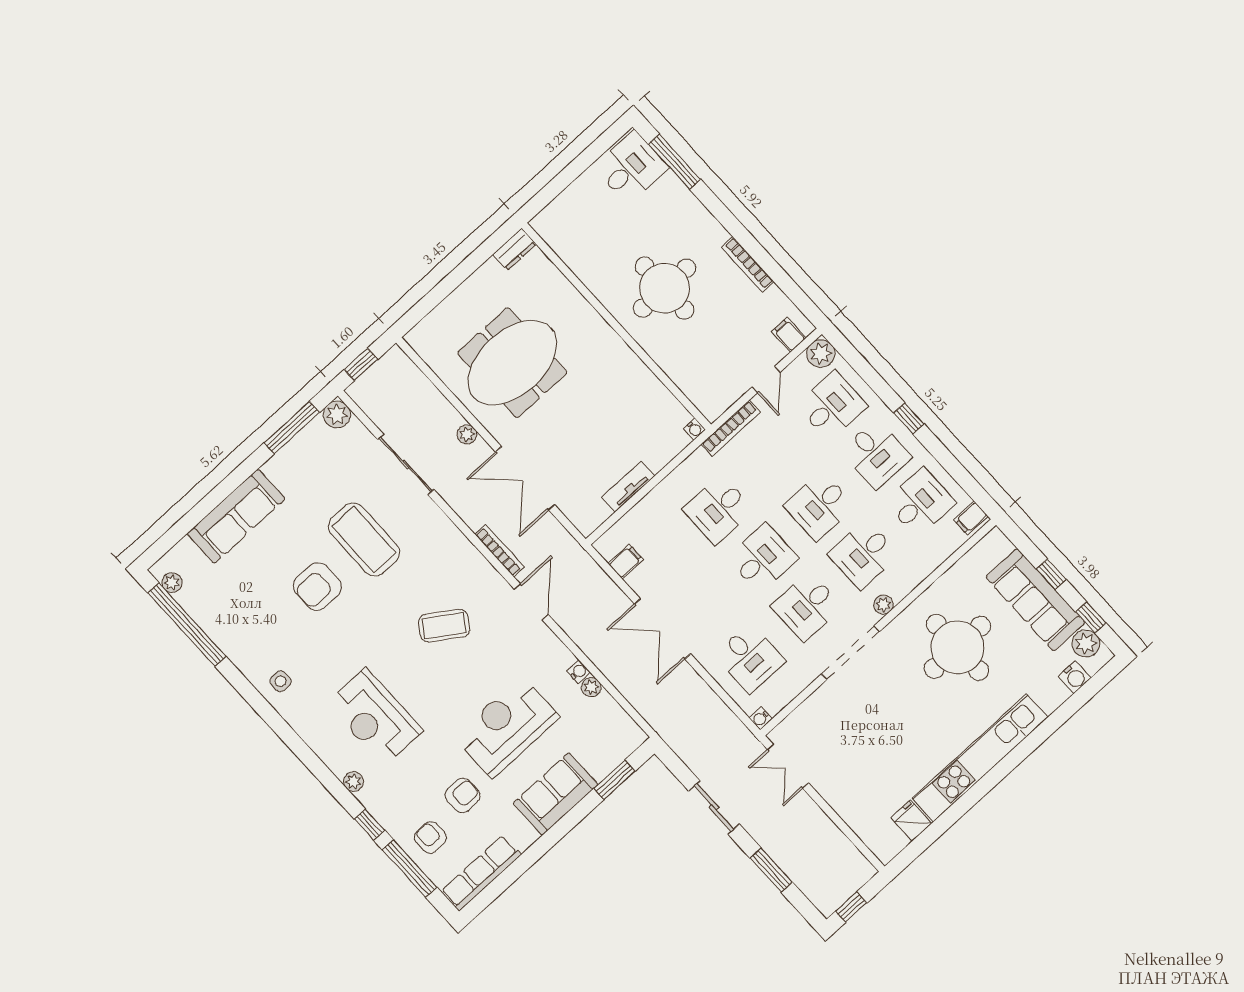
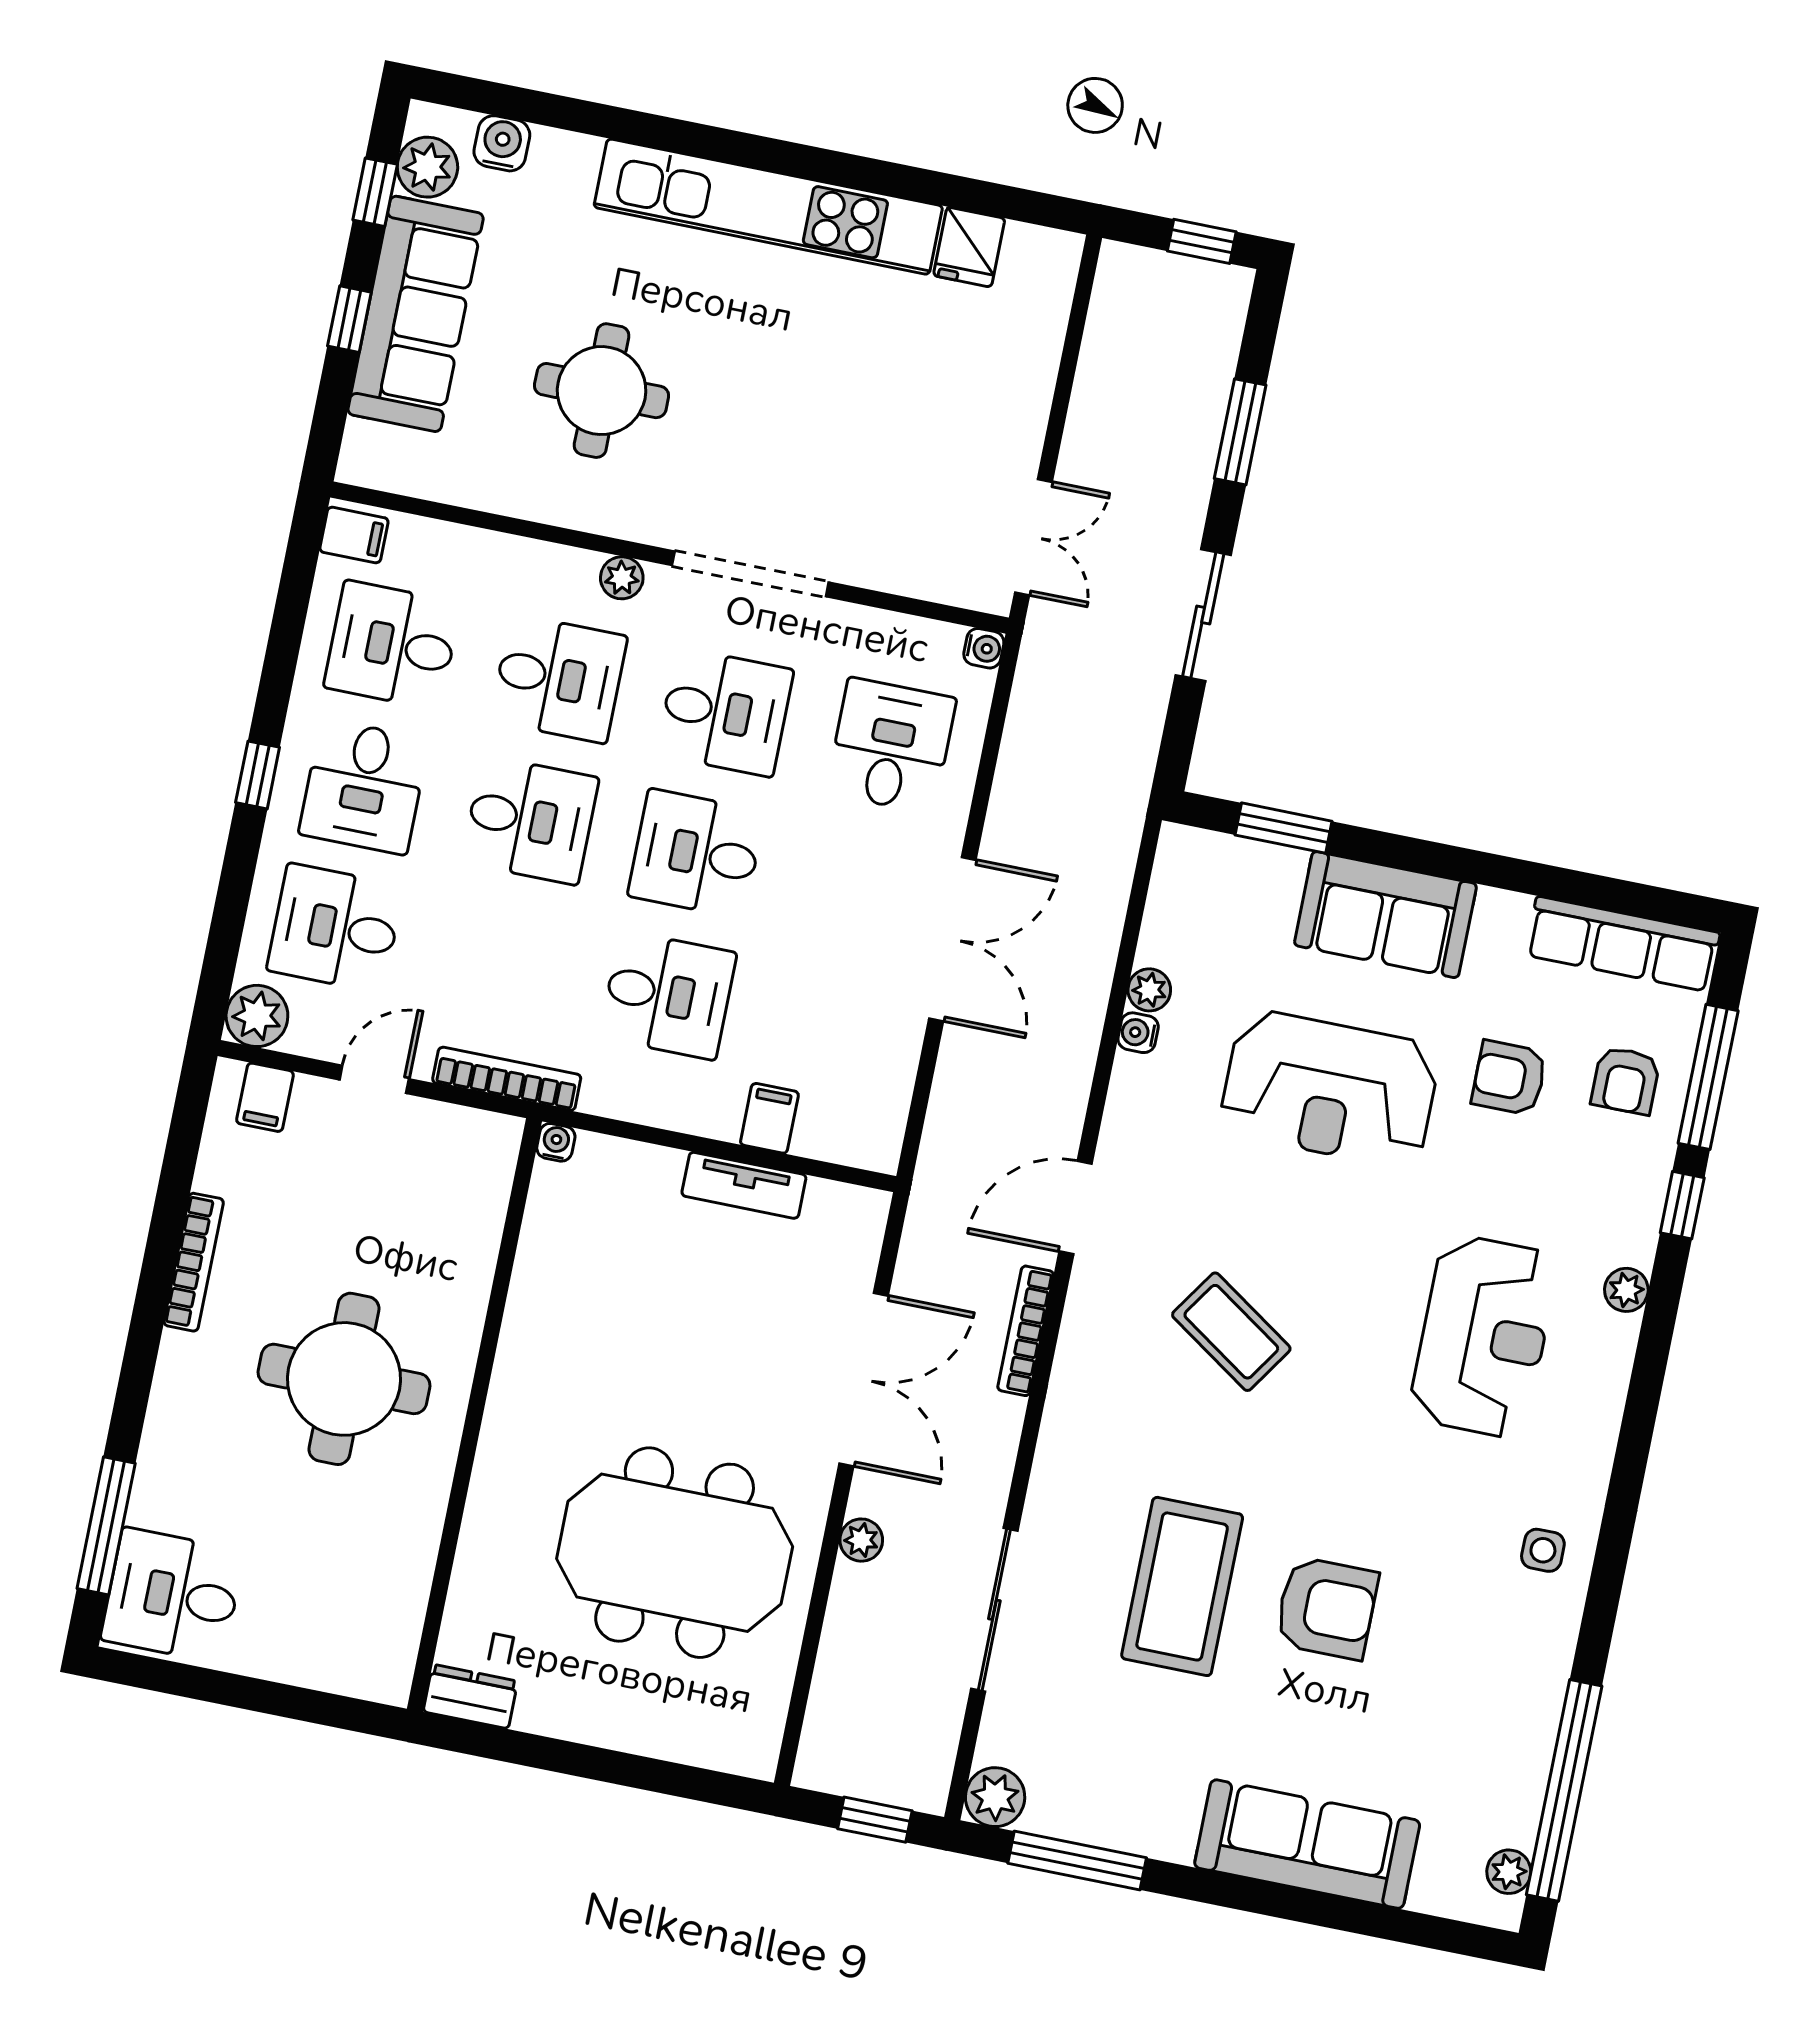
desk: (876, 454) -> (364, 787), turned 180
filing cabinet: (626, 562) -> (769, 1118), moved, turned 90
round table: (957, 647) -> (602, 391), width x0.73, depth x0.73

